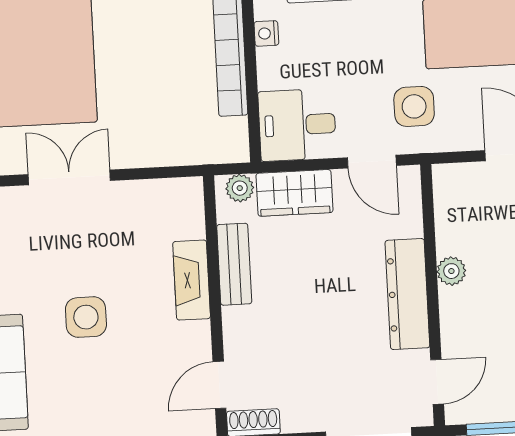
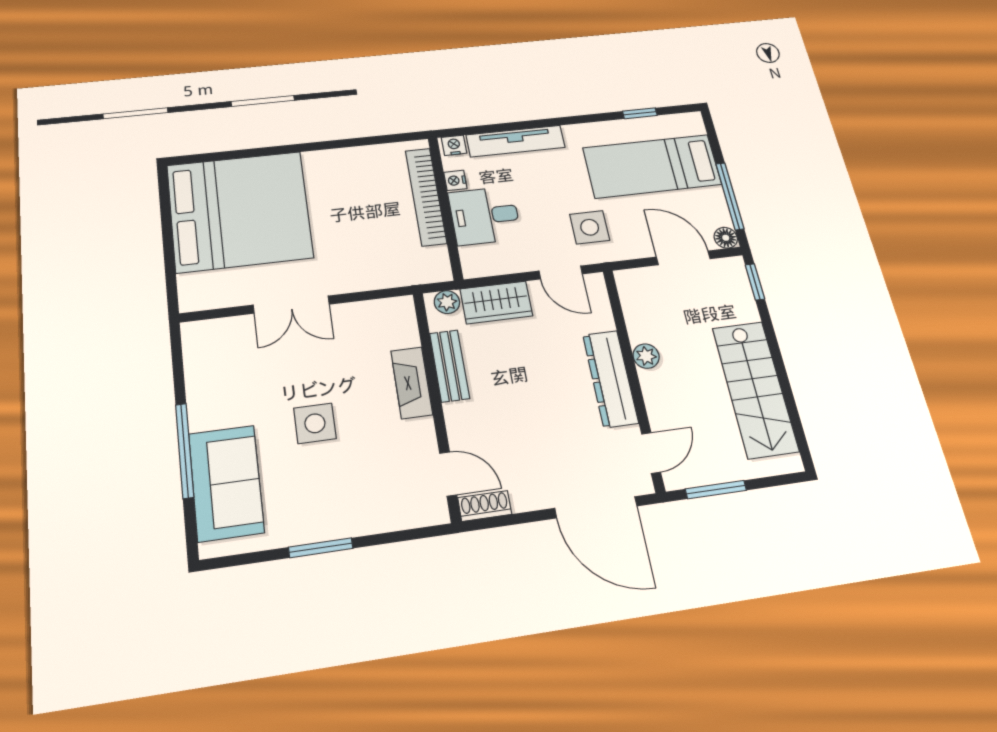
desk: (297, 125) -> (485, 216), moved
double door: (69, 177) -> (291, 305), swing flipped
door: (219, 385) -> (448, 474), swing flipped

